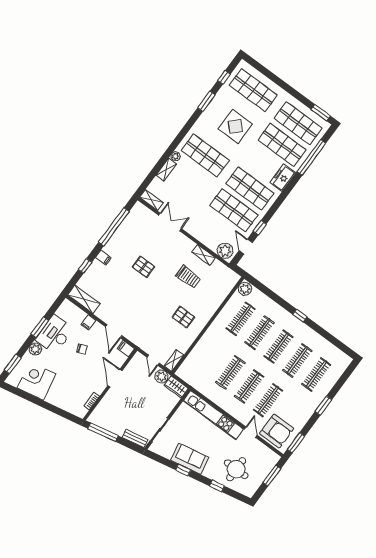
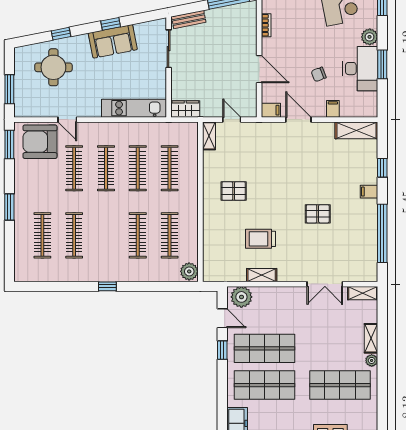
clothes rail: (278, 347) -> (170, 168), moved
plant: (161, 376) -> (210, 108), removed
kitchen unit: (213, 415) -> (134, 108), width x0.73

